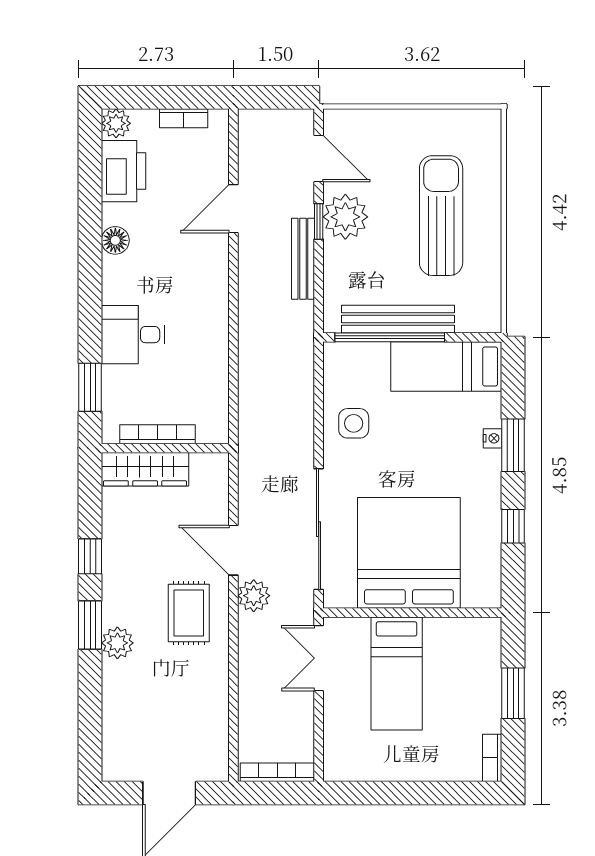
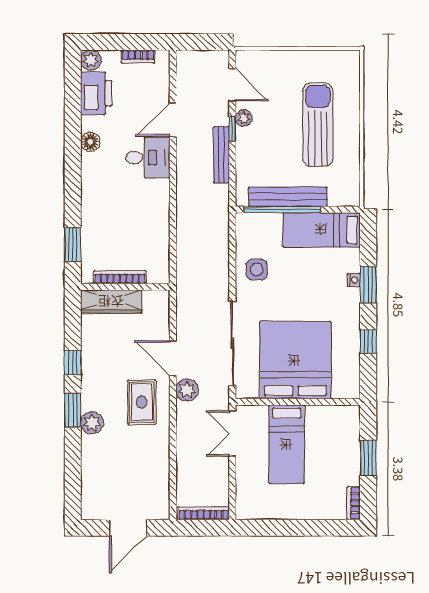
plant: (345, 217) -> (244, 118), width x0.53, depth x0.53
desk: (133, 335) -> (148, 158), moved, turned 180

